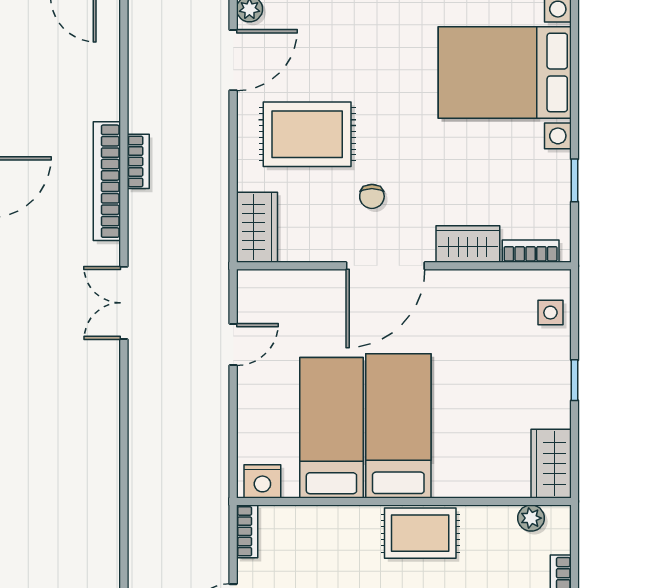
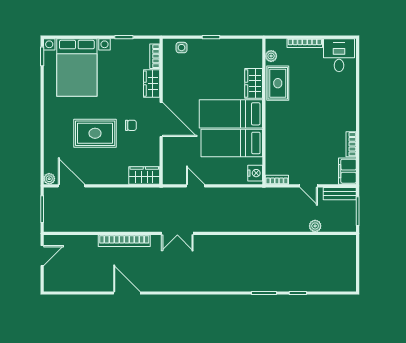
rug: (307, 134) -> (95, 133), moved, turned 90
bookcase: (138, 161) -> (116, 227), removed
wardrobe: (551, 464) -> (254, 83), moved, turned 90
rug: (420, 533) -> (278, 83), moved

